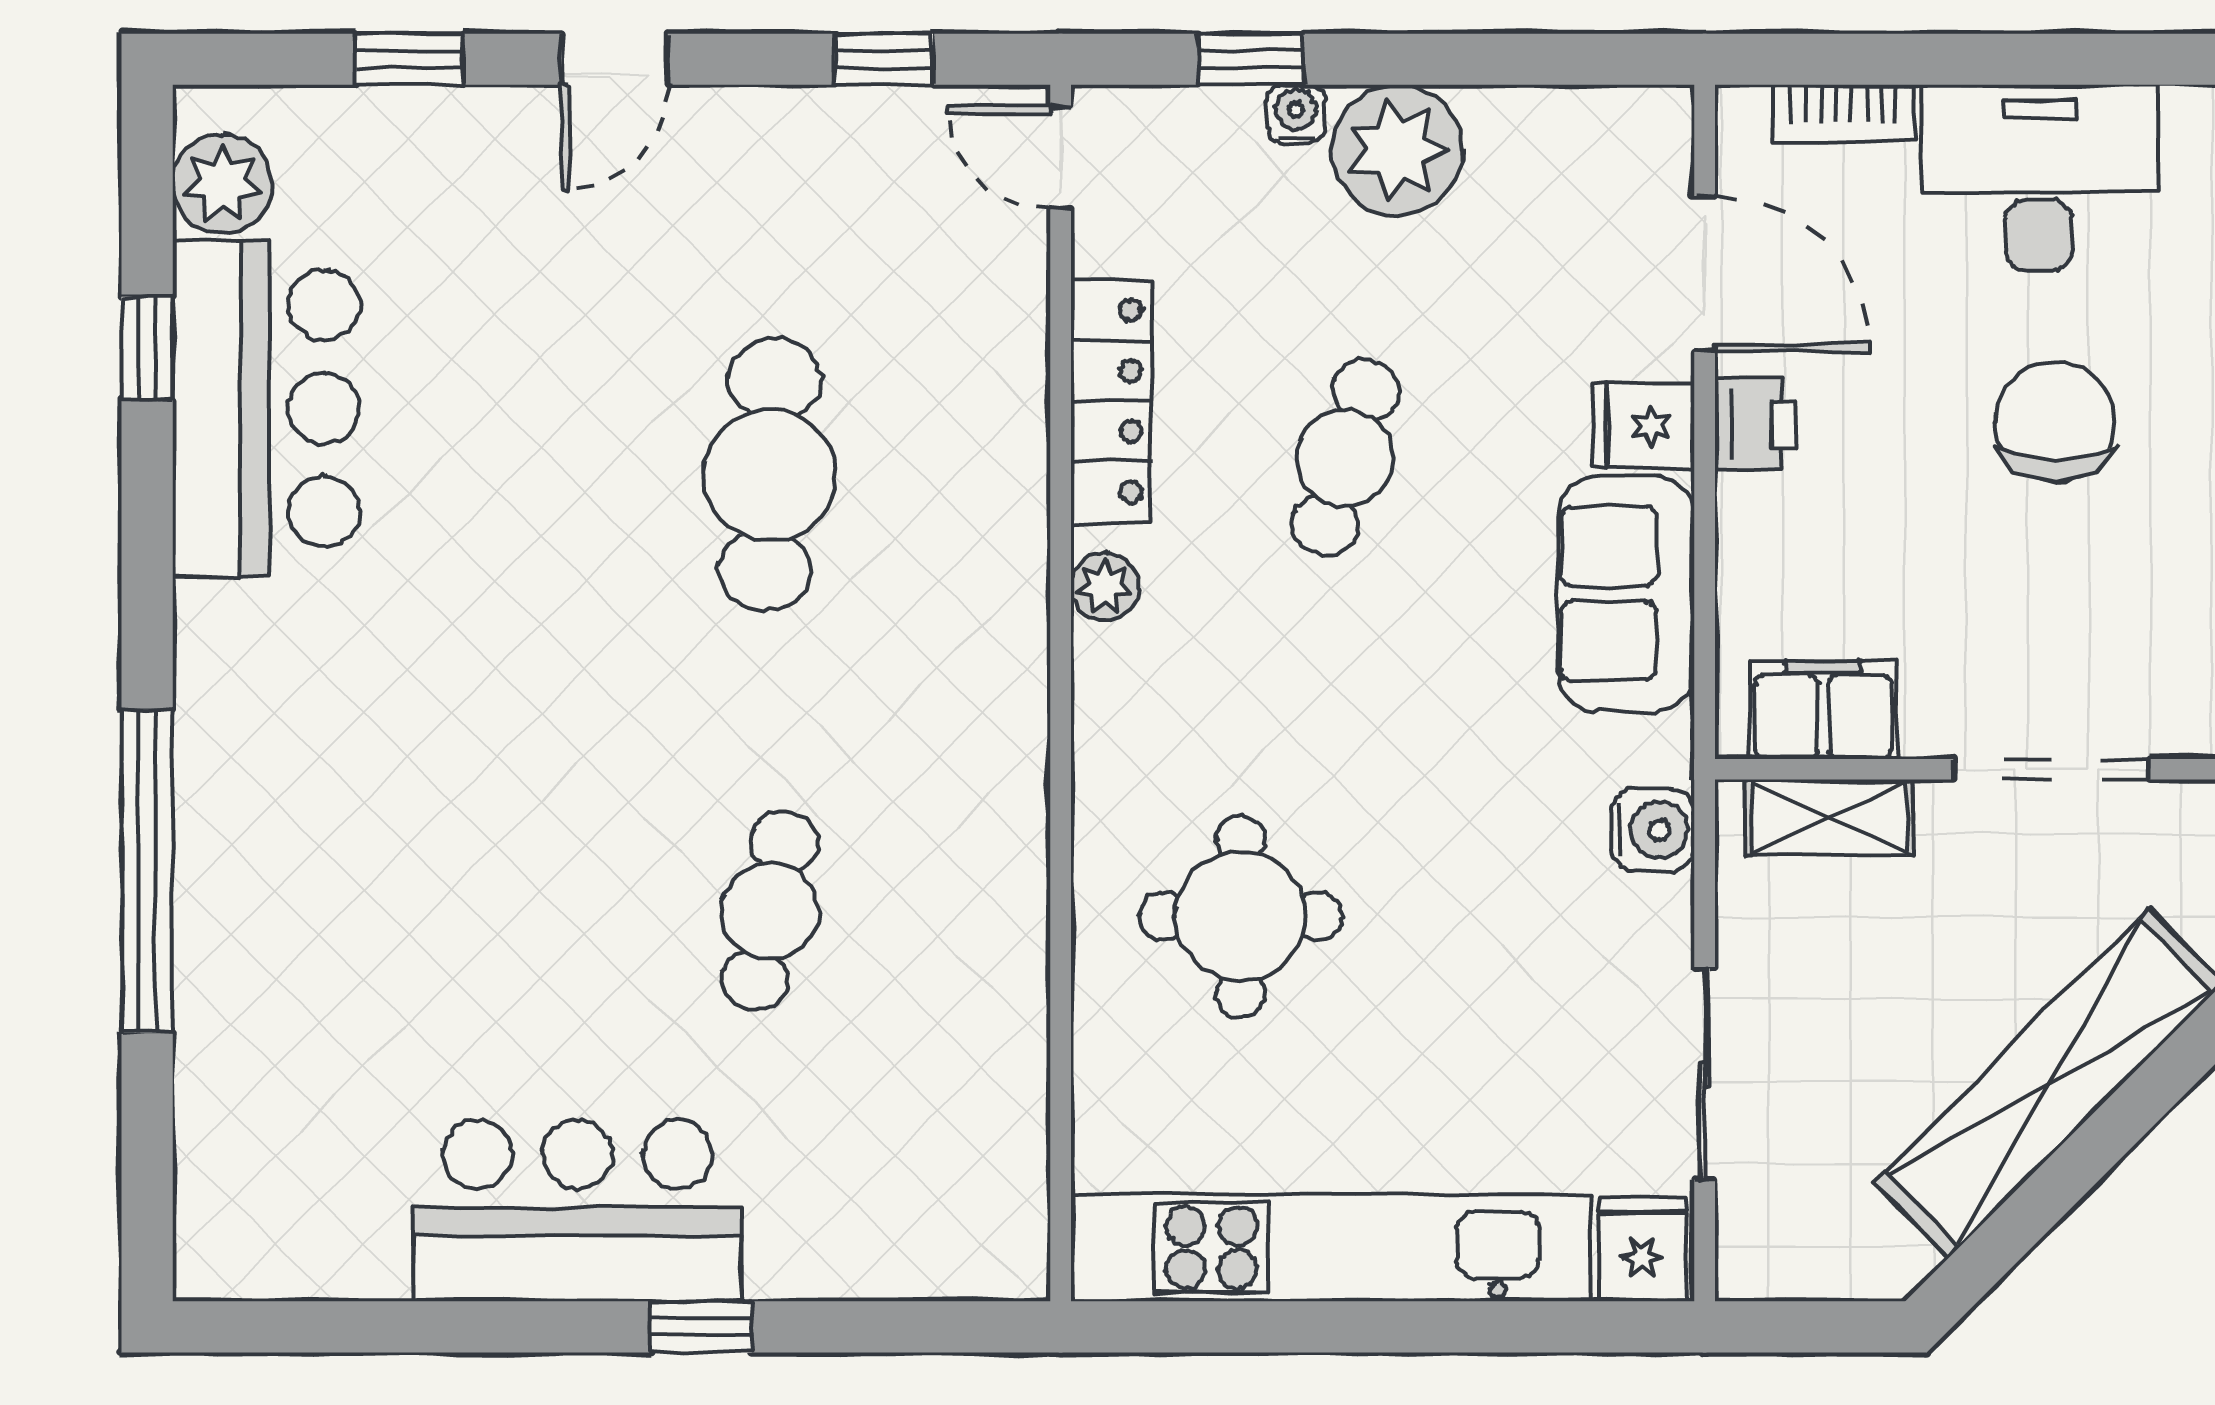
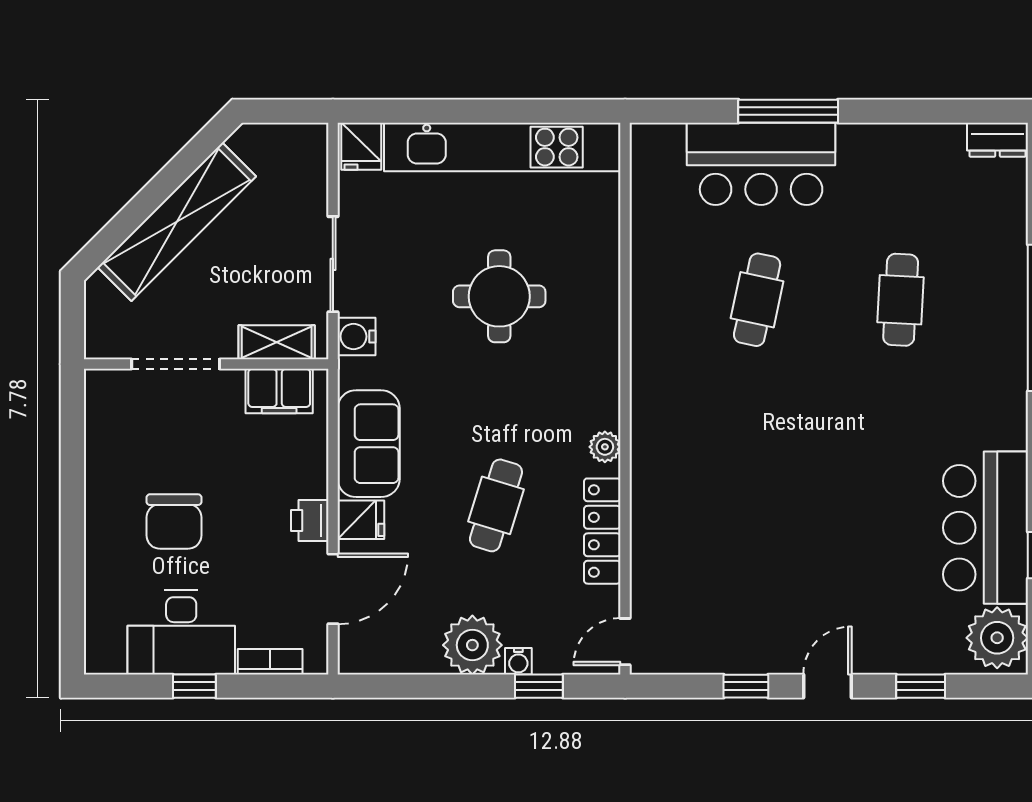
window: (884, 59) -> (746, 686), moved
window: (2010, 59) -> (194, 686), added
door: (1061, 157) -> (625, 642), swing flipped
plant: (222, 184) -> (997, 638), width x1.36, depth x1.36
door: (1705, 274) -> (333, 589), swing flipped
cafe table: (770, 475) -> (901, 300), moved, width x0.73, depth x0.74
round table: (1241, 916) -> (499, 296), moved
sliding door: (1705, 1074) -> (333, 264), moved
bar counter: (577, 1211) -> (761, 164), moved
dresser: (240, 1264) -> (998, 140), added
window: (701, 1327) -> (788, 111), width x2.17

